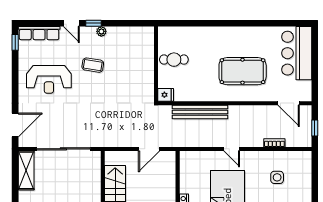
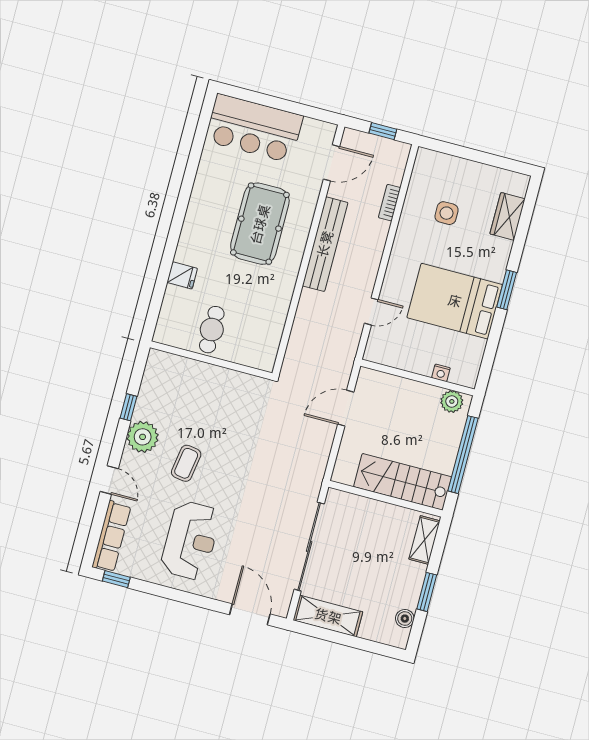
door: (71, 23) -> (109, 480), hinge flipped
window: (94, 23) -> (128, 407), moved
plant: (101, 31) -> (143, 437), width x1.88, depth x1.88
fridge: (166, 95) -> (182, 275), moved, turned 90
bench: (200, 112) -> (325, 244), moved
door: (149, 149) -> (346, 408), swing flipped
door: (232, 149) -> (371, 311), moved

